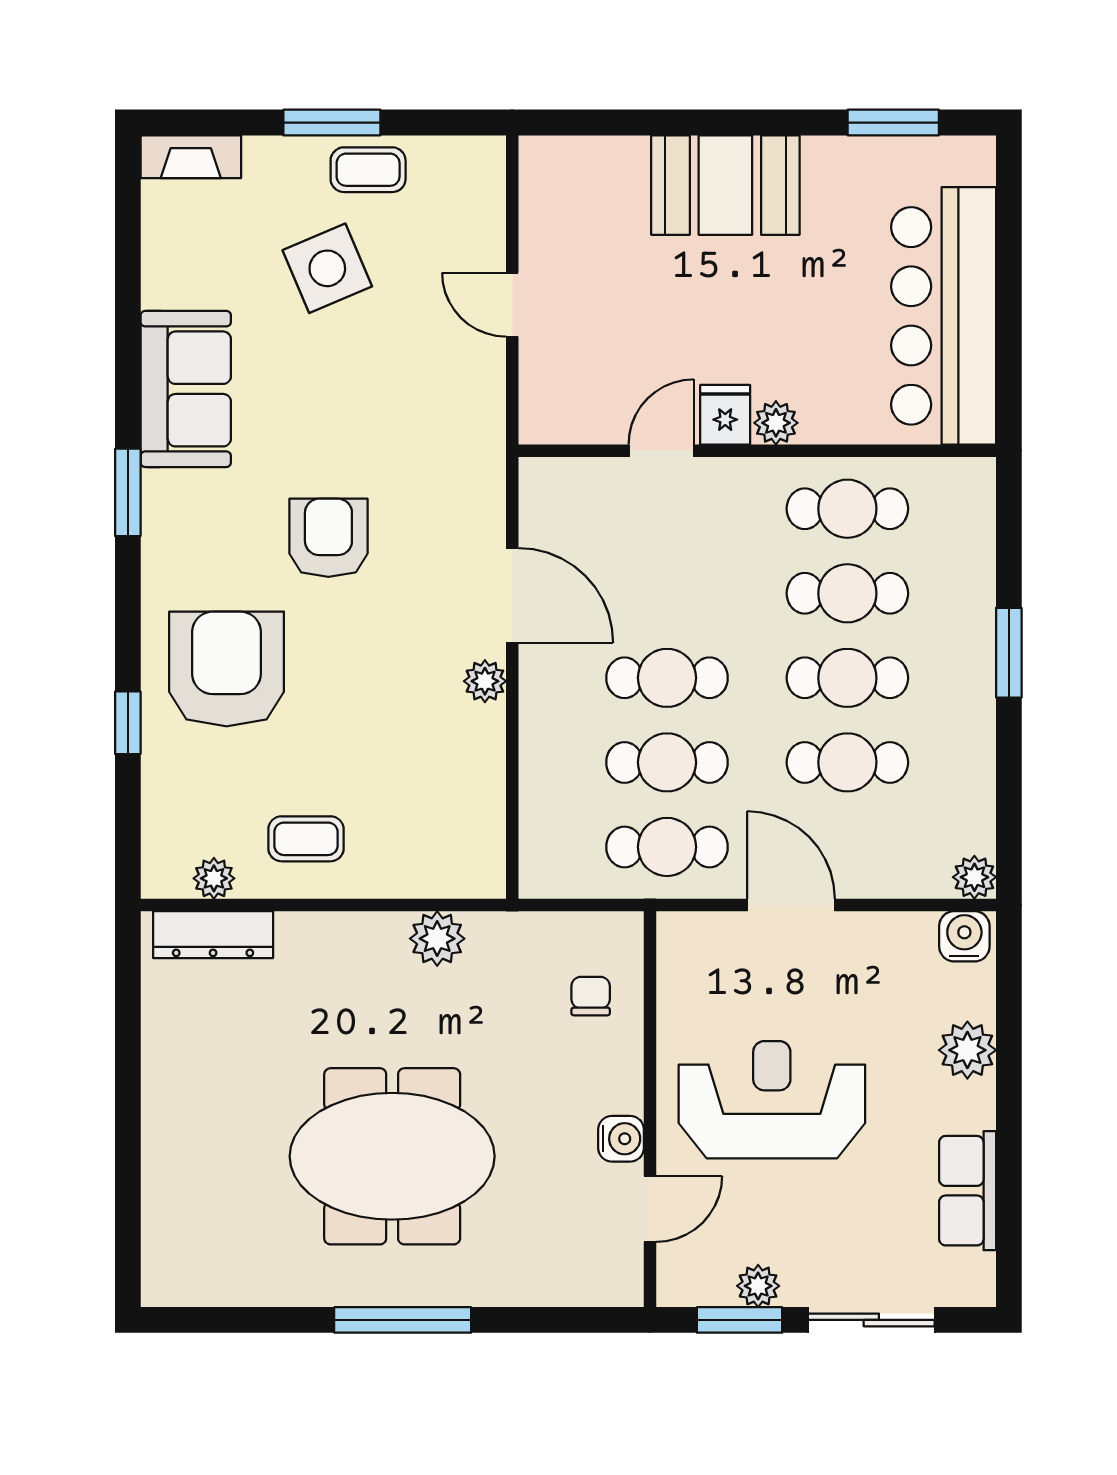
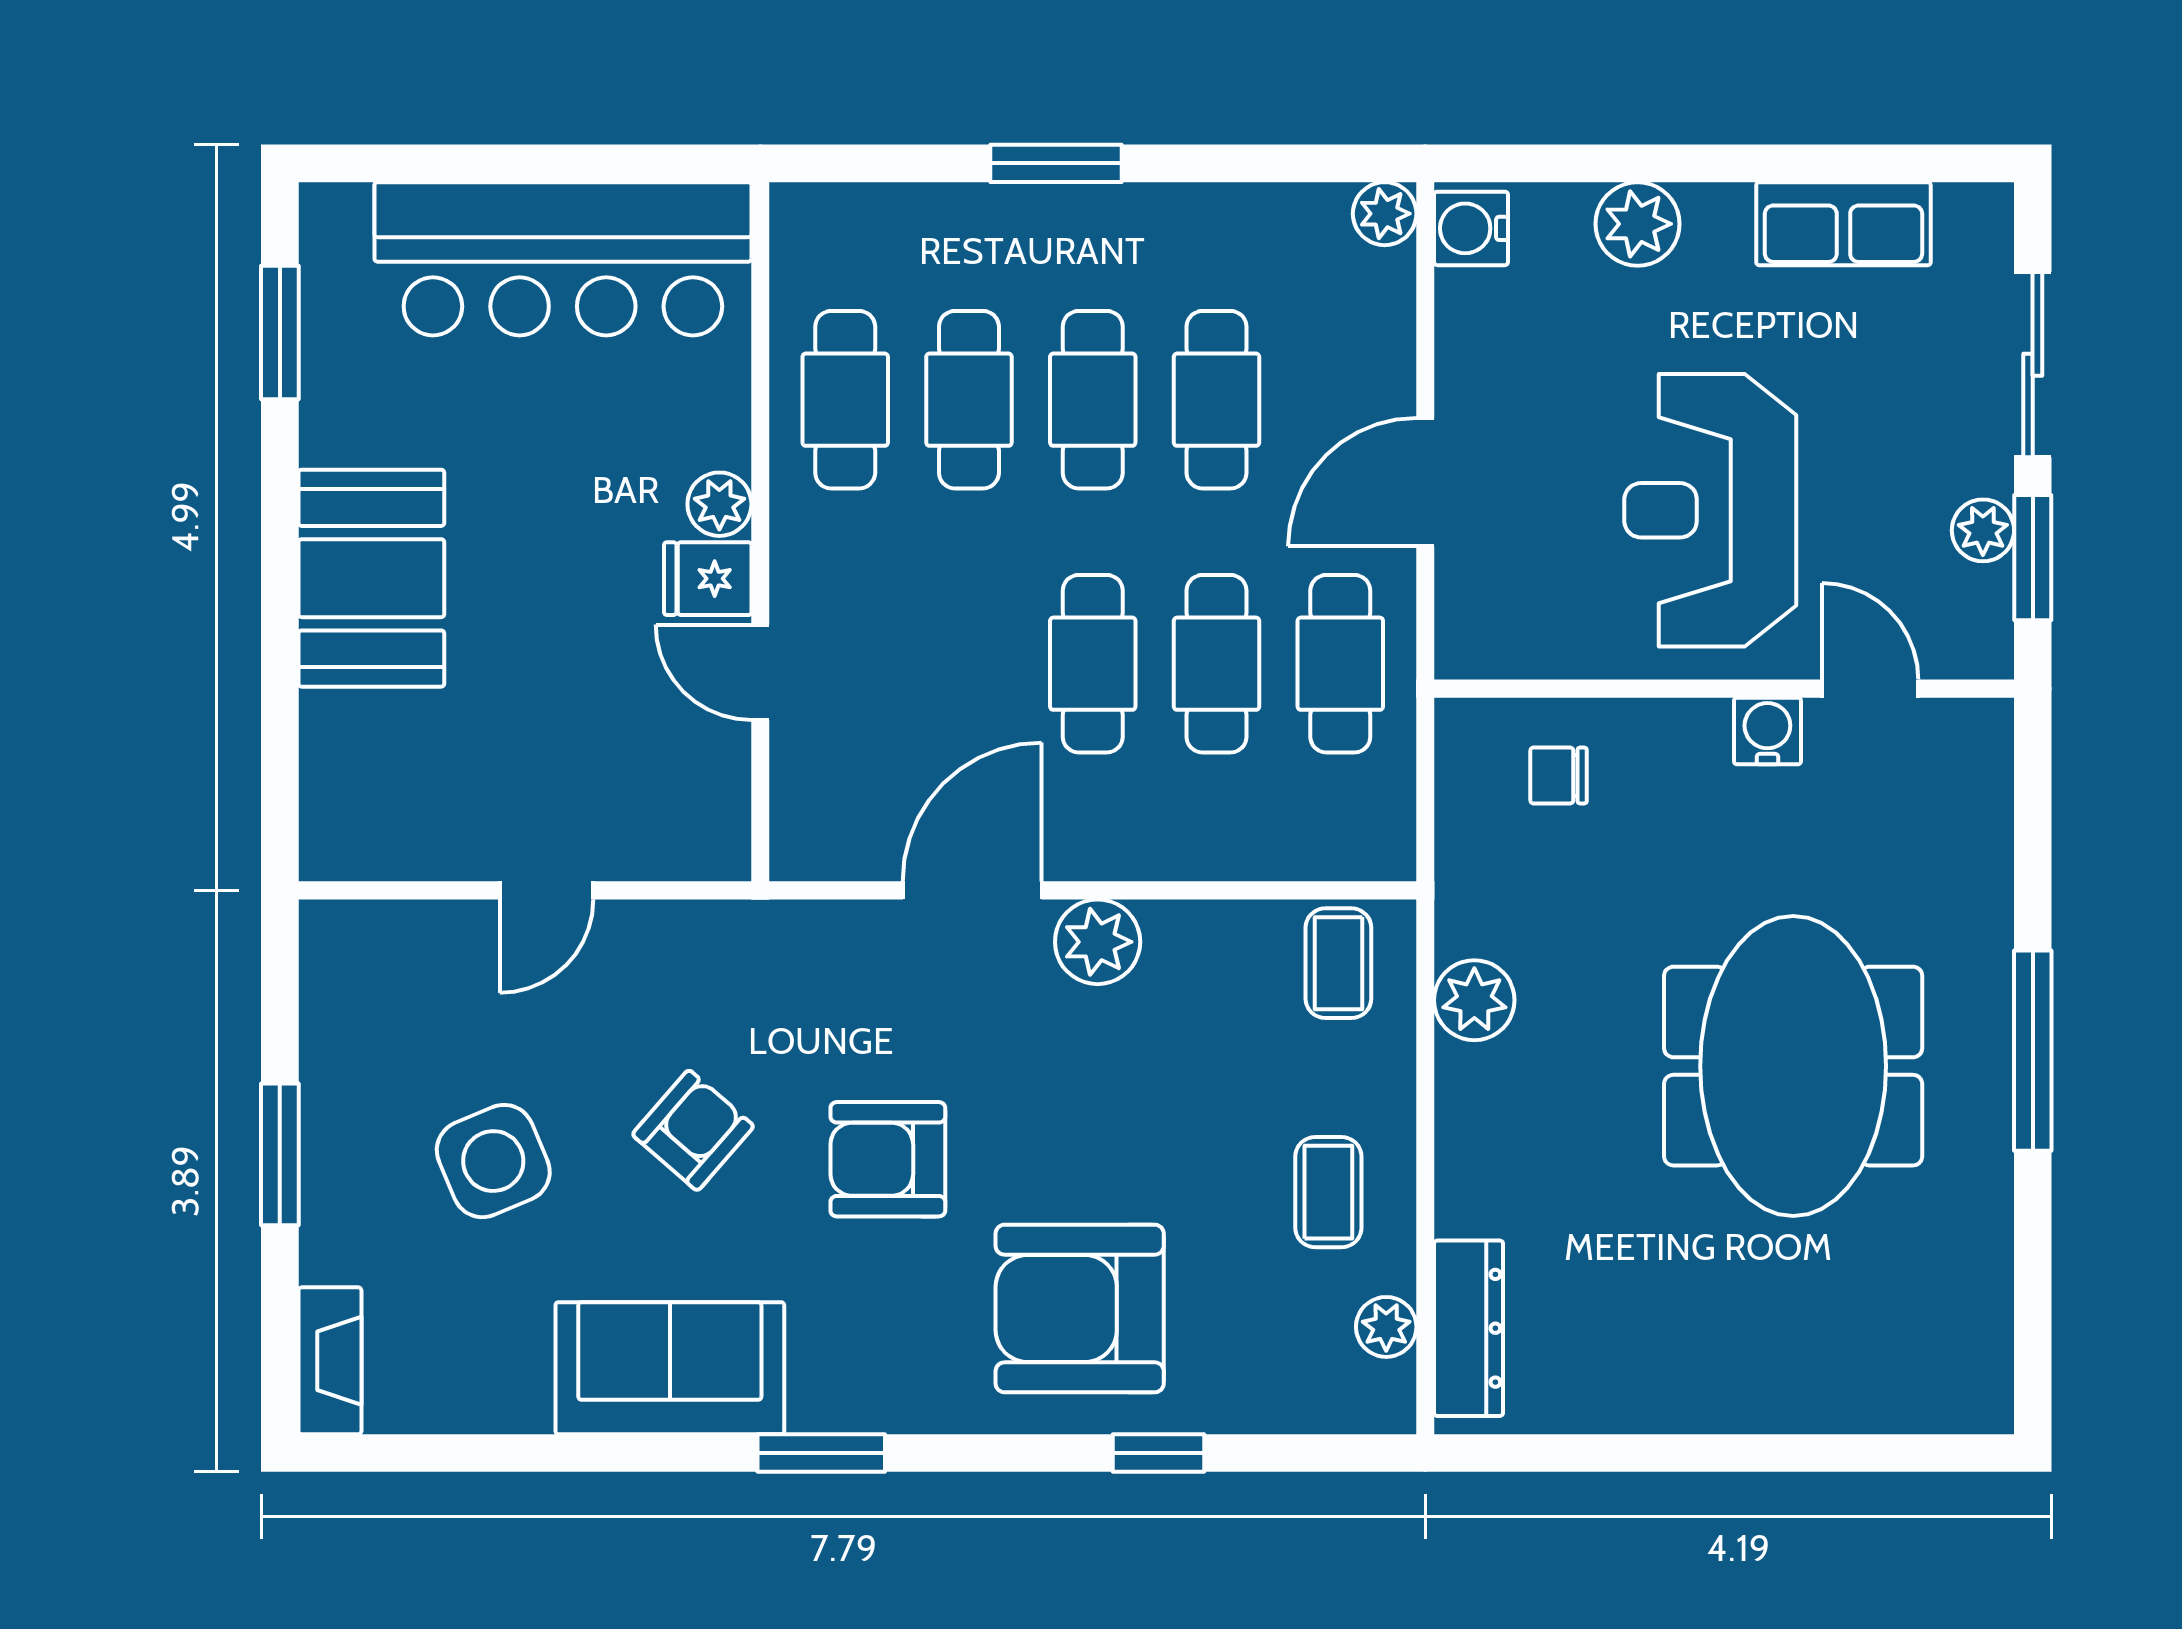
coffee table: (368, 170) -> (1338, 963), moved
armchair: (348, 405) -> (693, 1130), added
plant: (485, 681) -> (1098, 942), width x1.38, depth x1.38

